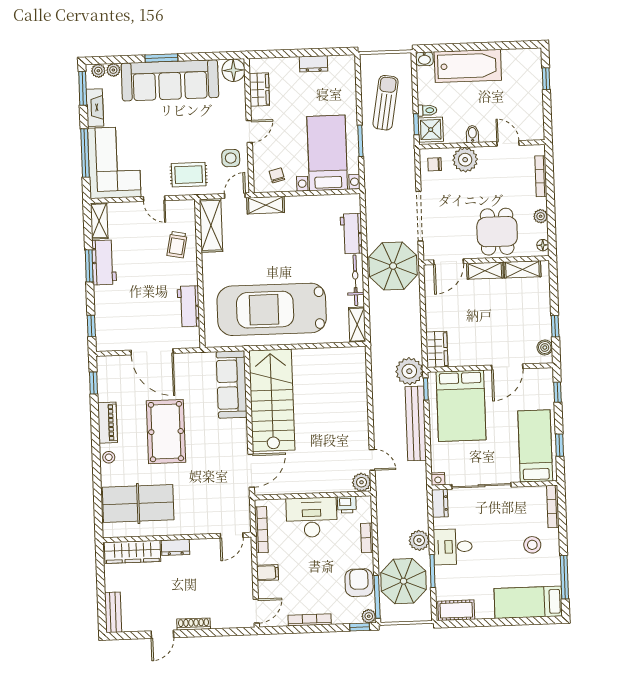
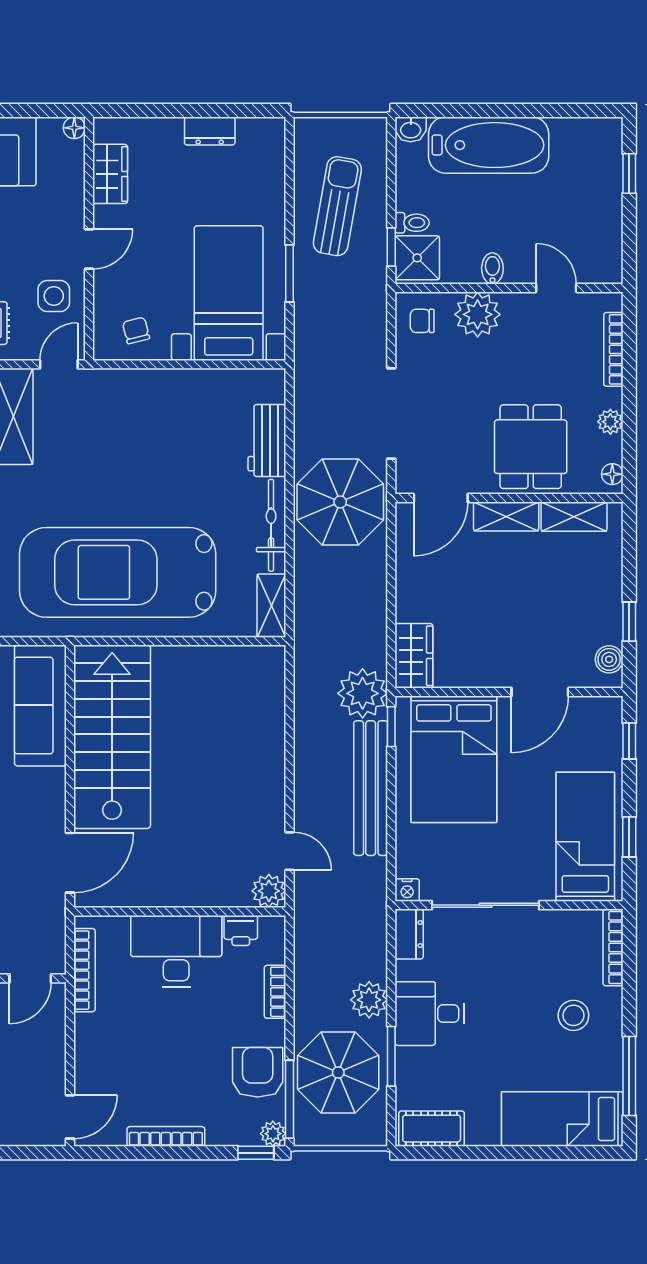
floor lamp: (233, 70) -> (74, 128), width x0.53, depth x0.53
shelving: (266, 205) -> (114, 383), removed
filing cabinet: (268, 573) -> (93, 1048), removed

